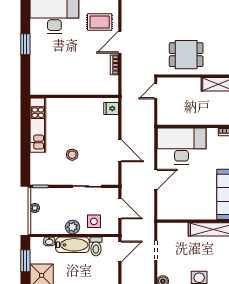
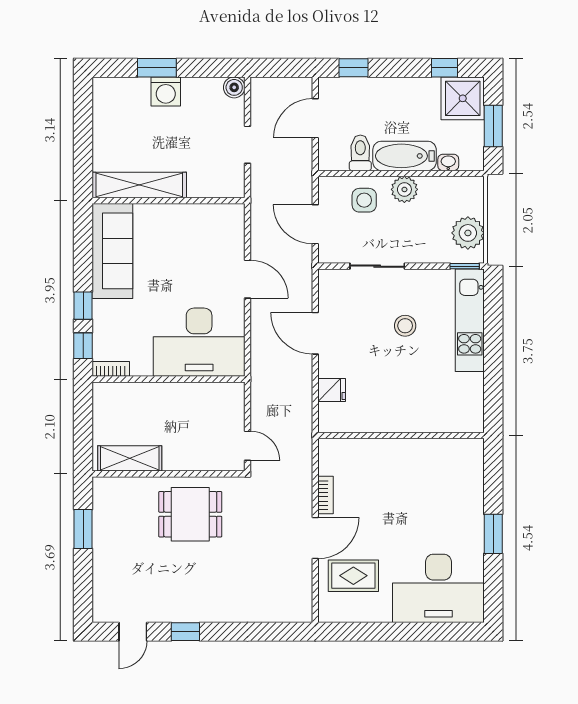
door: (156, 91) -> (247, 446), hinge flipped
fridge: (111, 108) -> (332, 390), moved
kitchen unit: (38, 125) -> (470, 320), moved
door: (156, 179) -> (247, 279), swing flipped
plant: (35, 208) -> (468, 233), width x1.87, depth x1.87
door: (120, 252) -> (315, 118), moved

